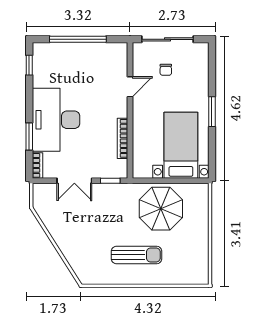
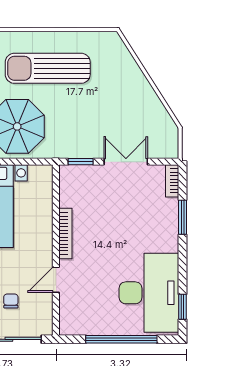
desk: (56, 120) -> (149, 293), moved
bookcase: (122, 138) -> (65, 234), moved
sun lounger: (137, 255) -> (48, 68), width x1.36, depth x1.34

